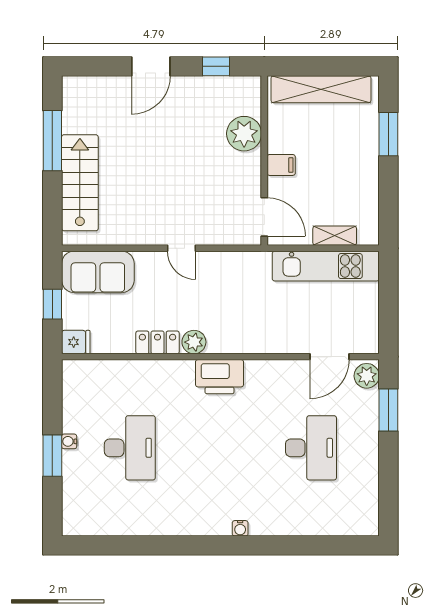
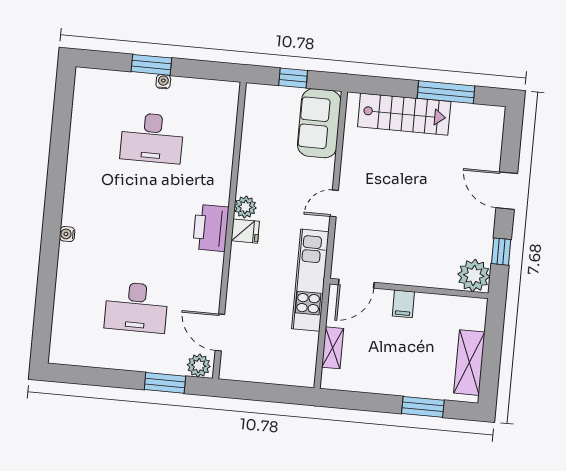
shelving: (321, 89) -> (469, 363), width x0.68
plant: (244, 134) -> (474, 275), moved
kitchen unit: (326, 266) -> (310, 280), moved
fridge: (76, 342) -> (245, 231), moved, turned -90
locker: (157, 342) -> (248, 173), removed

